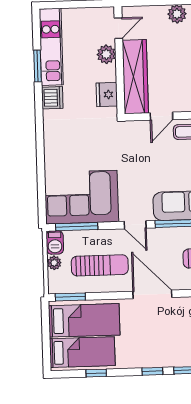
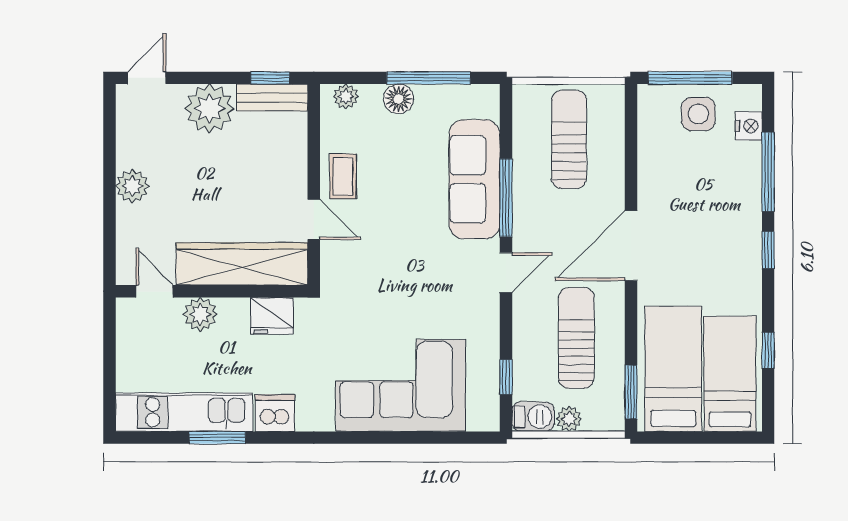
corner sofa: (81, 197) -> (401, 385), moved, turned 90
window: (77, 227) -> (506, 377), width x0.46

